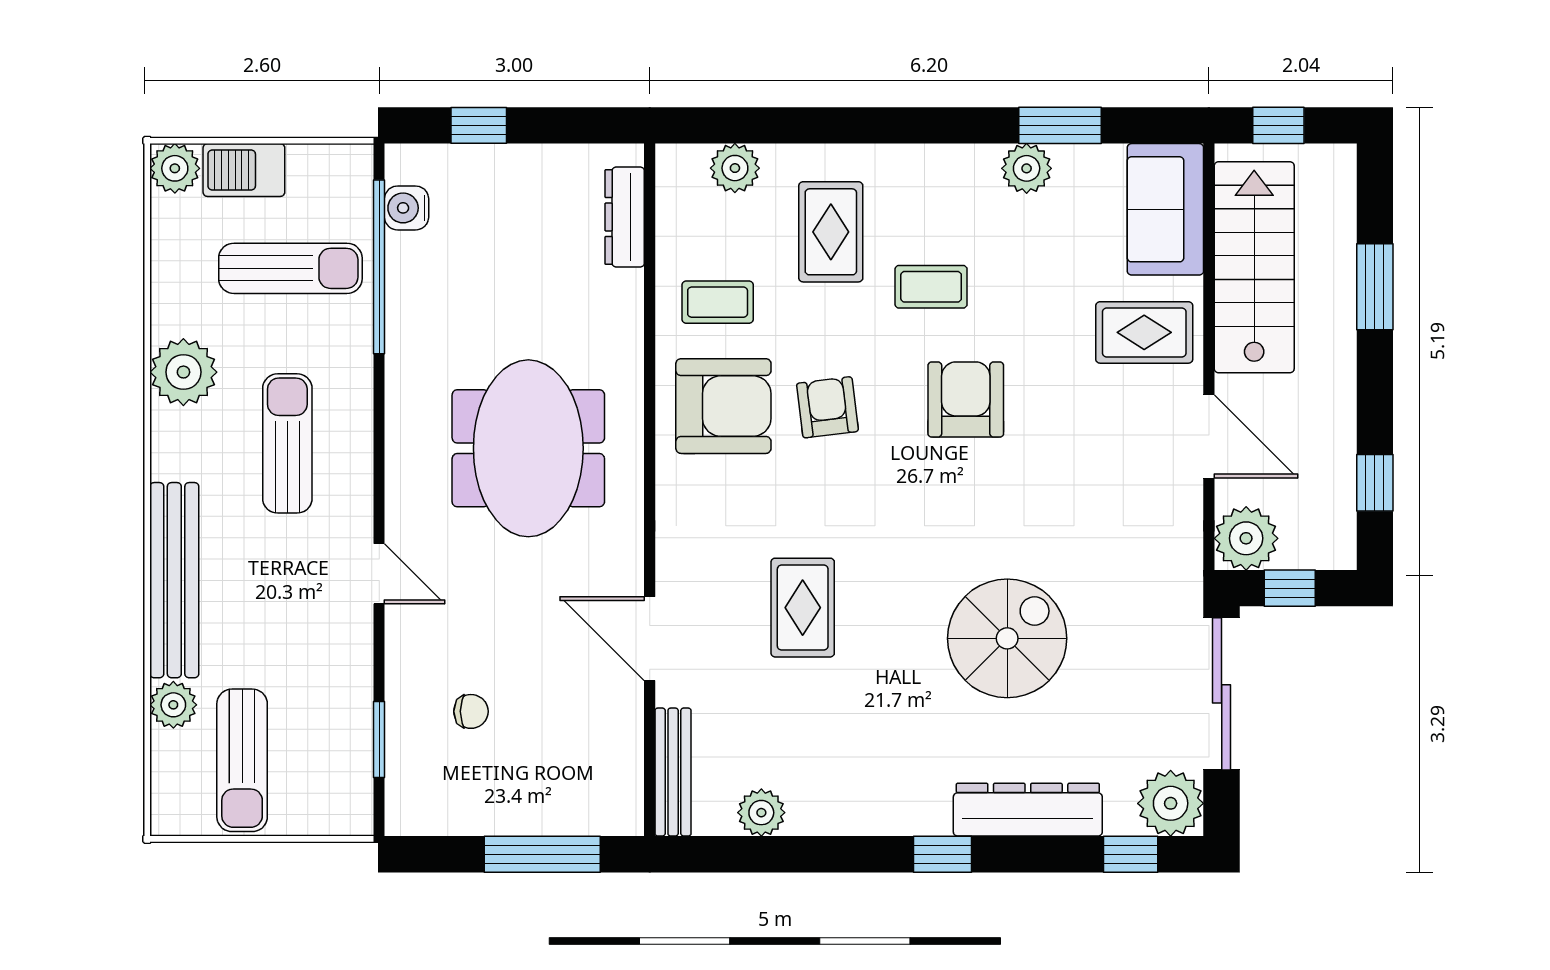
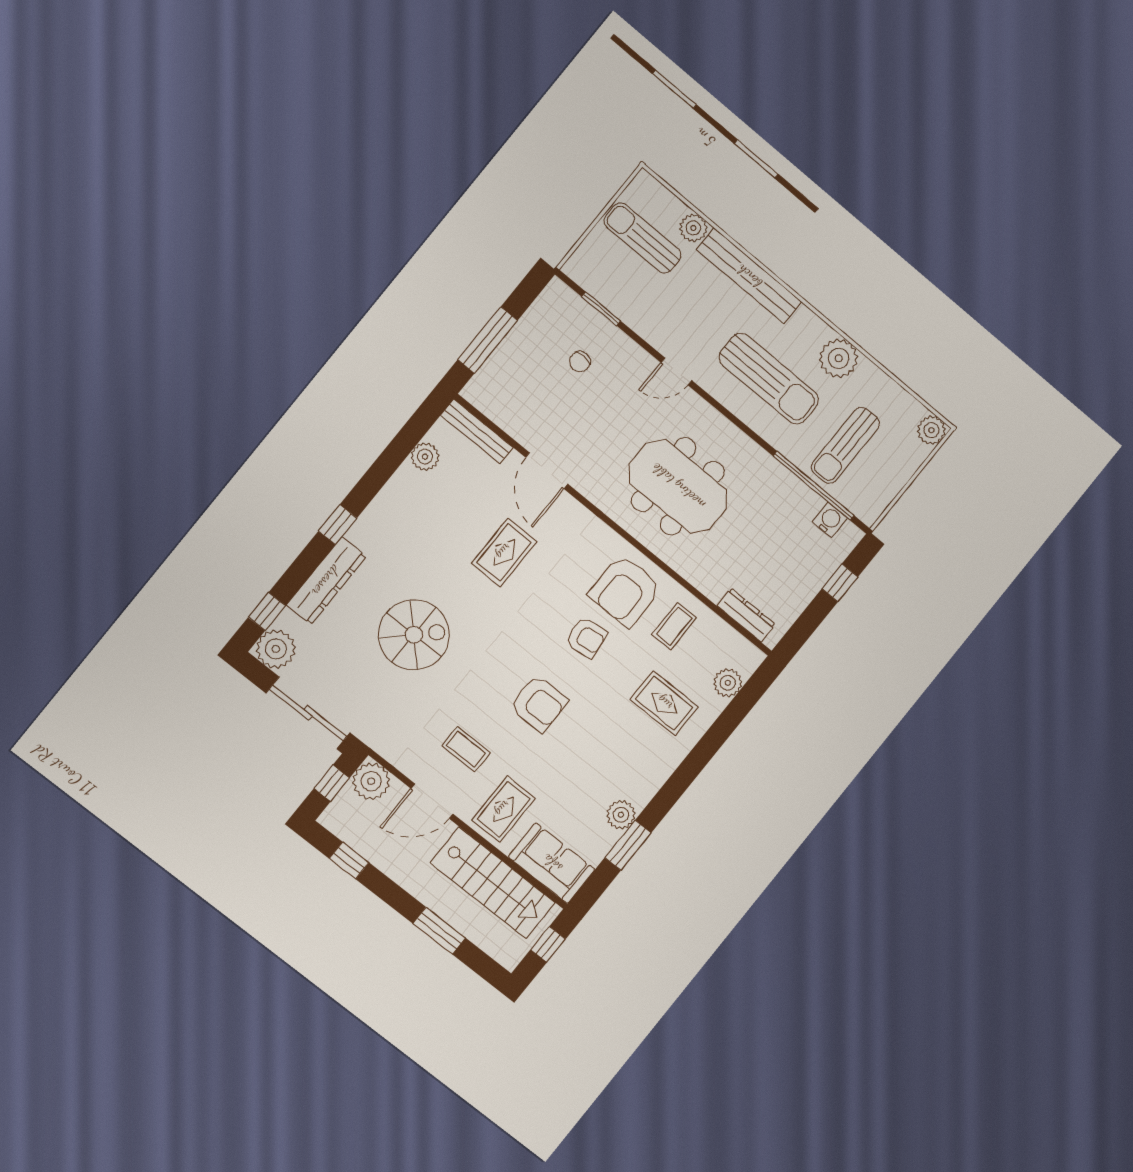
barbecue: (244, 170) -> (906, 461), removed
coffee table: (931, 287) -> (466, 749), moved, turned 90
sun lounger: (287, 443) -> (769, 379), width x1.36, depth x1.34
rug: (803, 608) -> (504, 552), turned 90
spiral stairs: (1007, 638) -> (414, 635), turned -90
door: (650, 639) -> (547, 471), swing flipped

